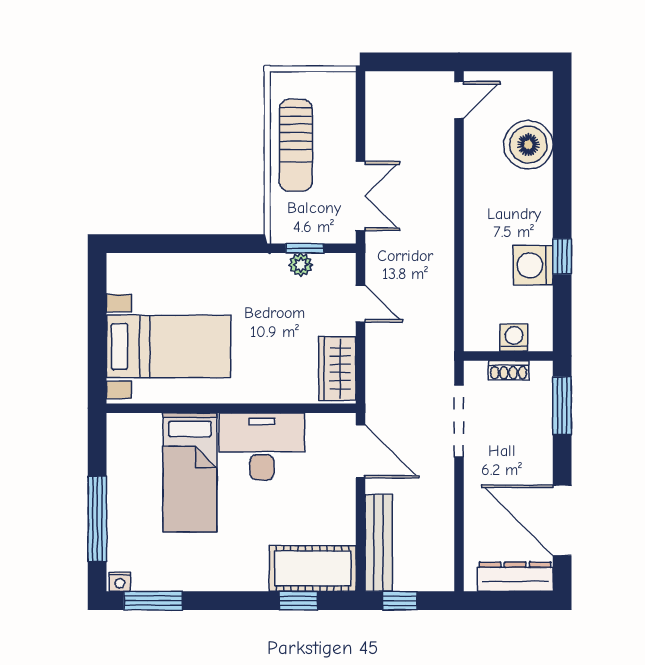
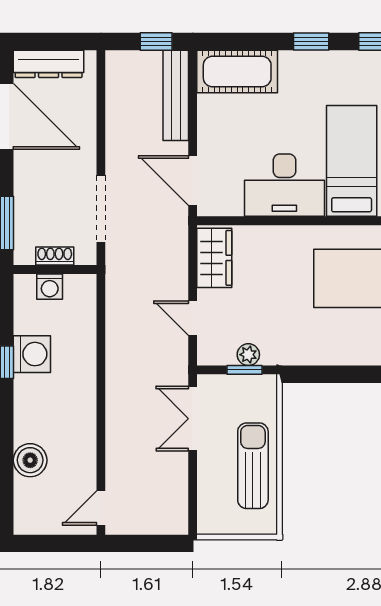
boiler: (528, 145) -> (30, 460), width x0.73, depth x0.73
window: (298, 601) -> (311, 41), moved

